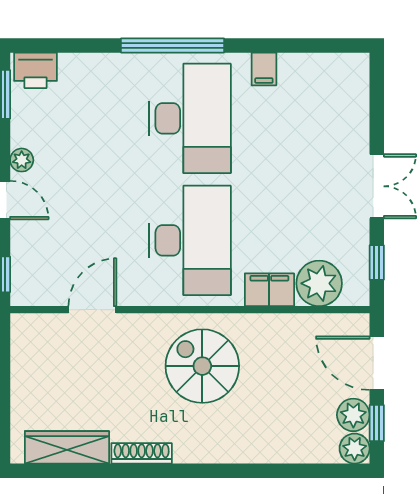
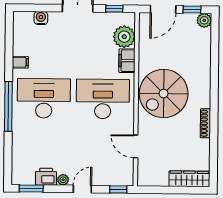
printer: (36, 70) -> (46, 177), moved, turned -90
water cooler: (356, 111) -> (41, 18), added
spiral stairs: (202, 366) -> (164, 94), width x1.37, depth x1.37
plant: (353, 415) -> (188, 21), removed
wardrobe: (67, 447) -> (189, 179), moved, turned 90

